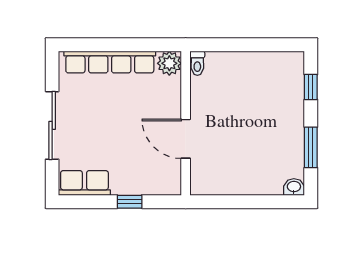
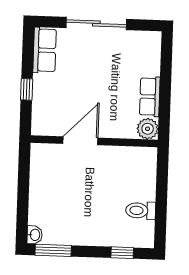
row of seats: (110, 62) -> (150, 97), width x0.50
toilet: (197, 63) -> (141, 211), moved, width x1.37, depth x1.39
window: (311, 147) -> (53, 250), moved

